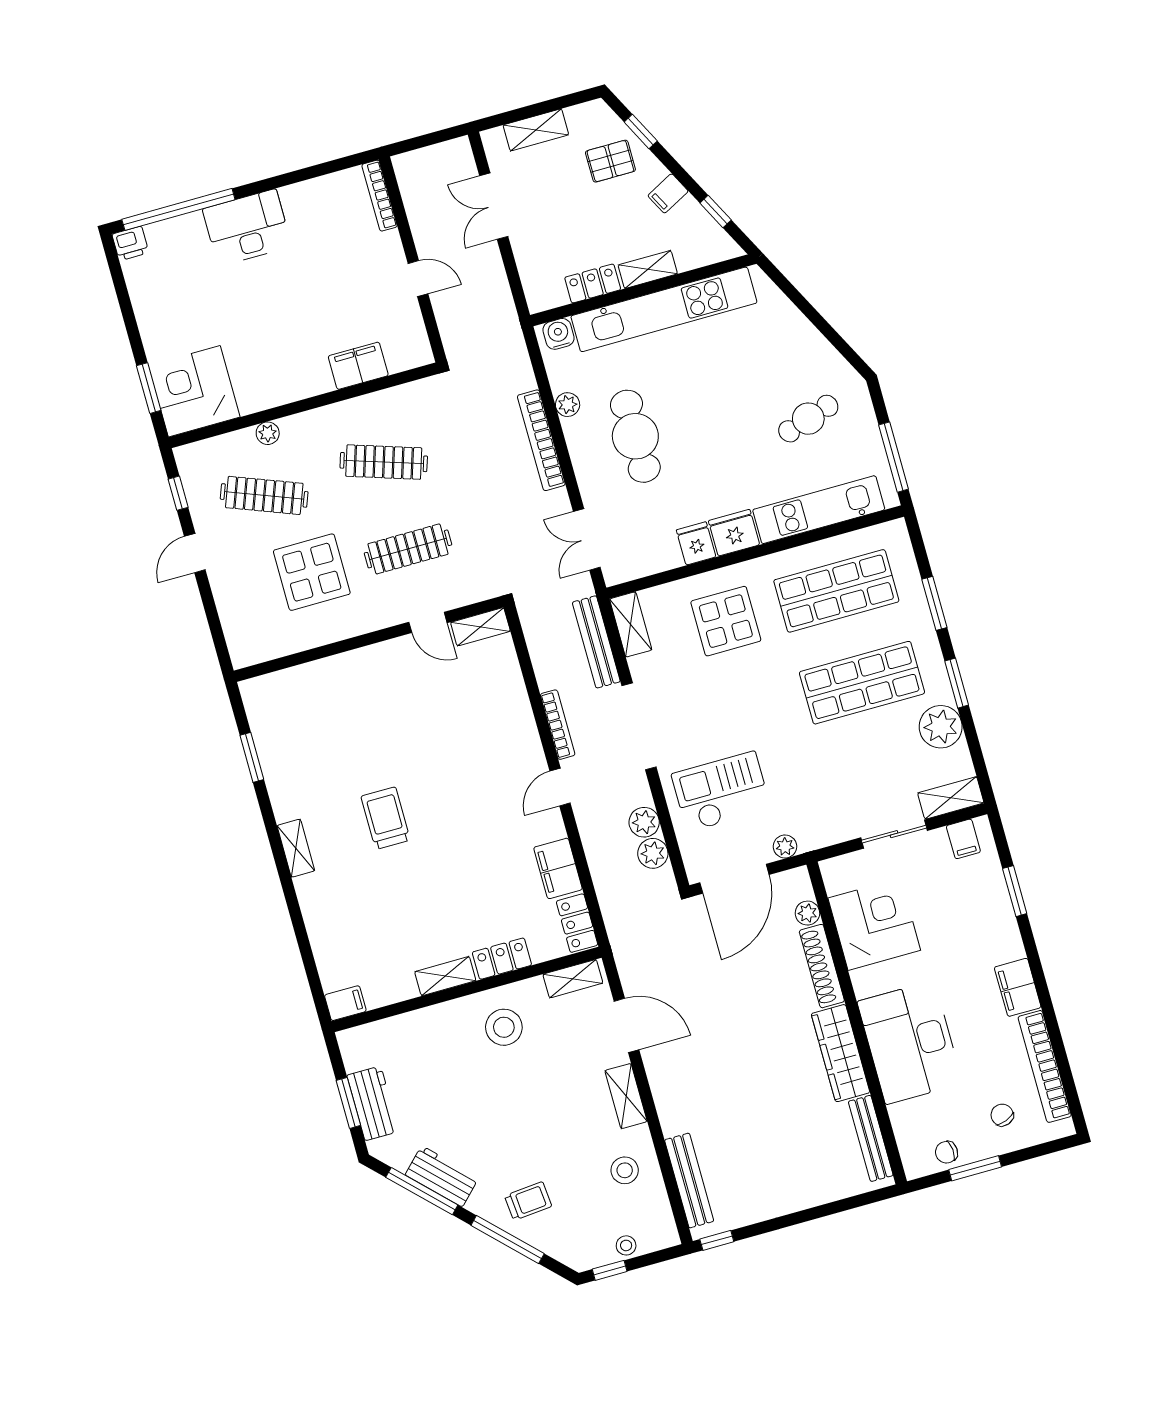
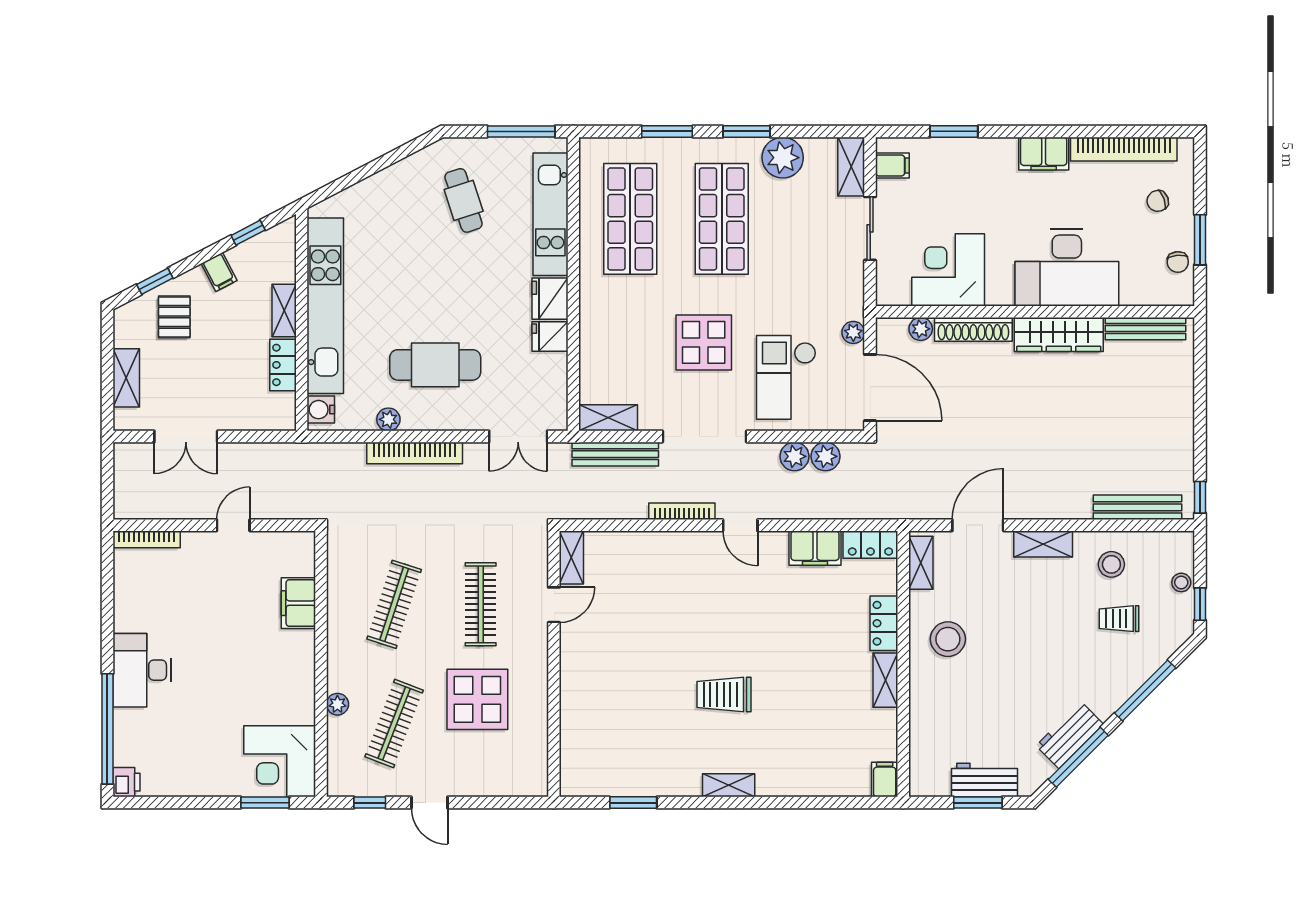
display table: (726, 621) -> (704, 342), moved
trolley: (528, 1201) -> (1119, 619), moved, turned -85

